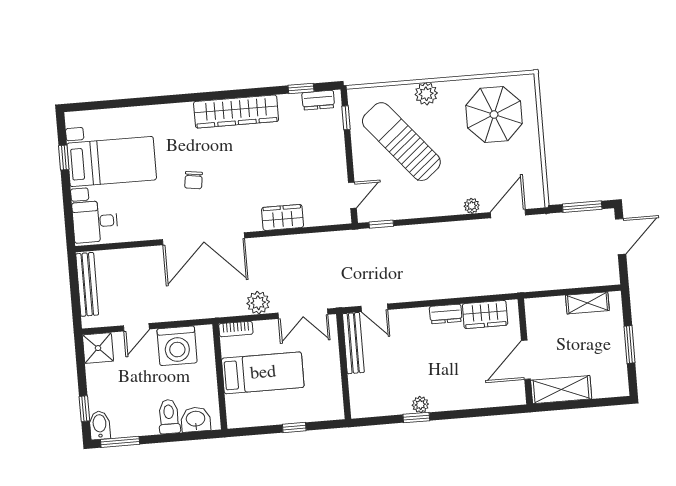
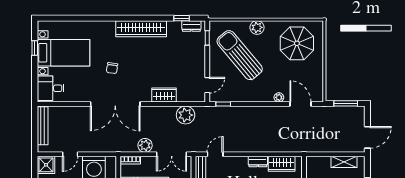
door: (508, 214) -> (300, 104), hinge flipped
door: (621, 237) -> (367, 137), moved
plant: (321, 247) -> (186, 115), added
door: (374, 308) -> (215, 154), swing flipped

